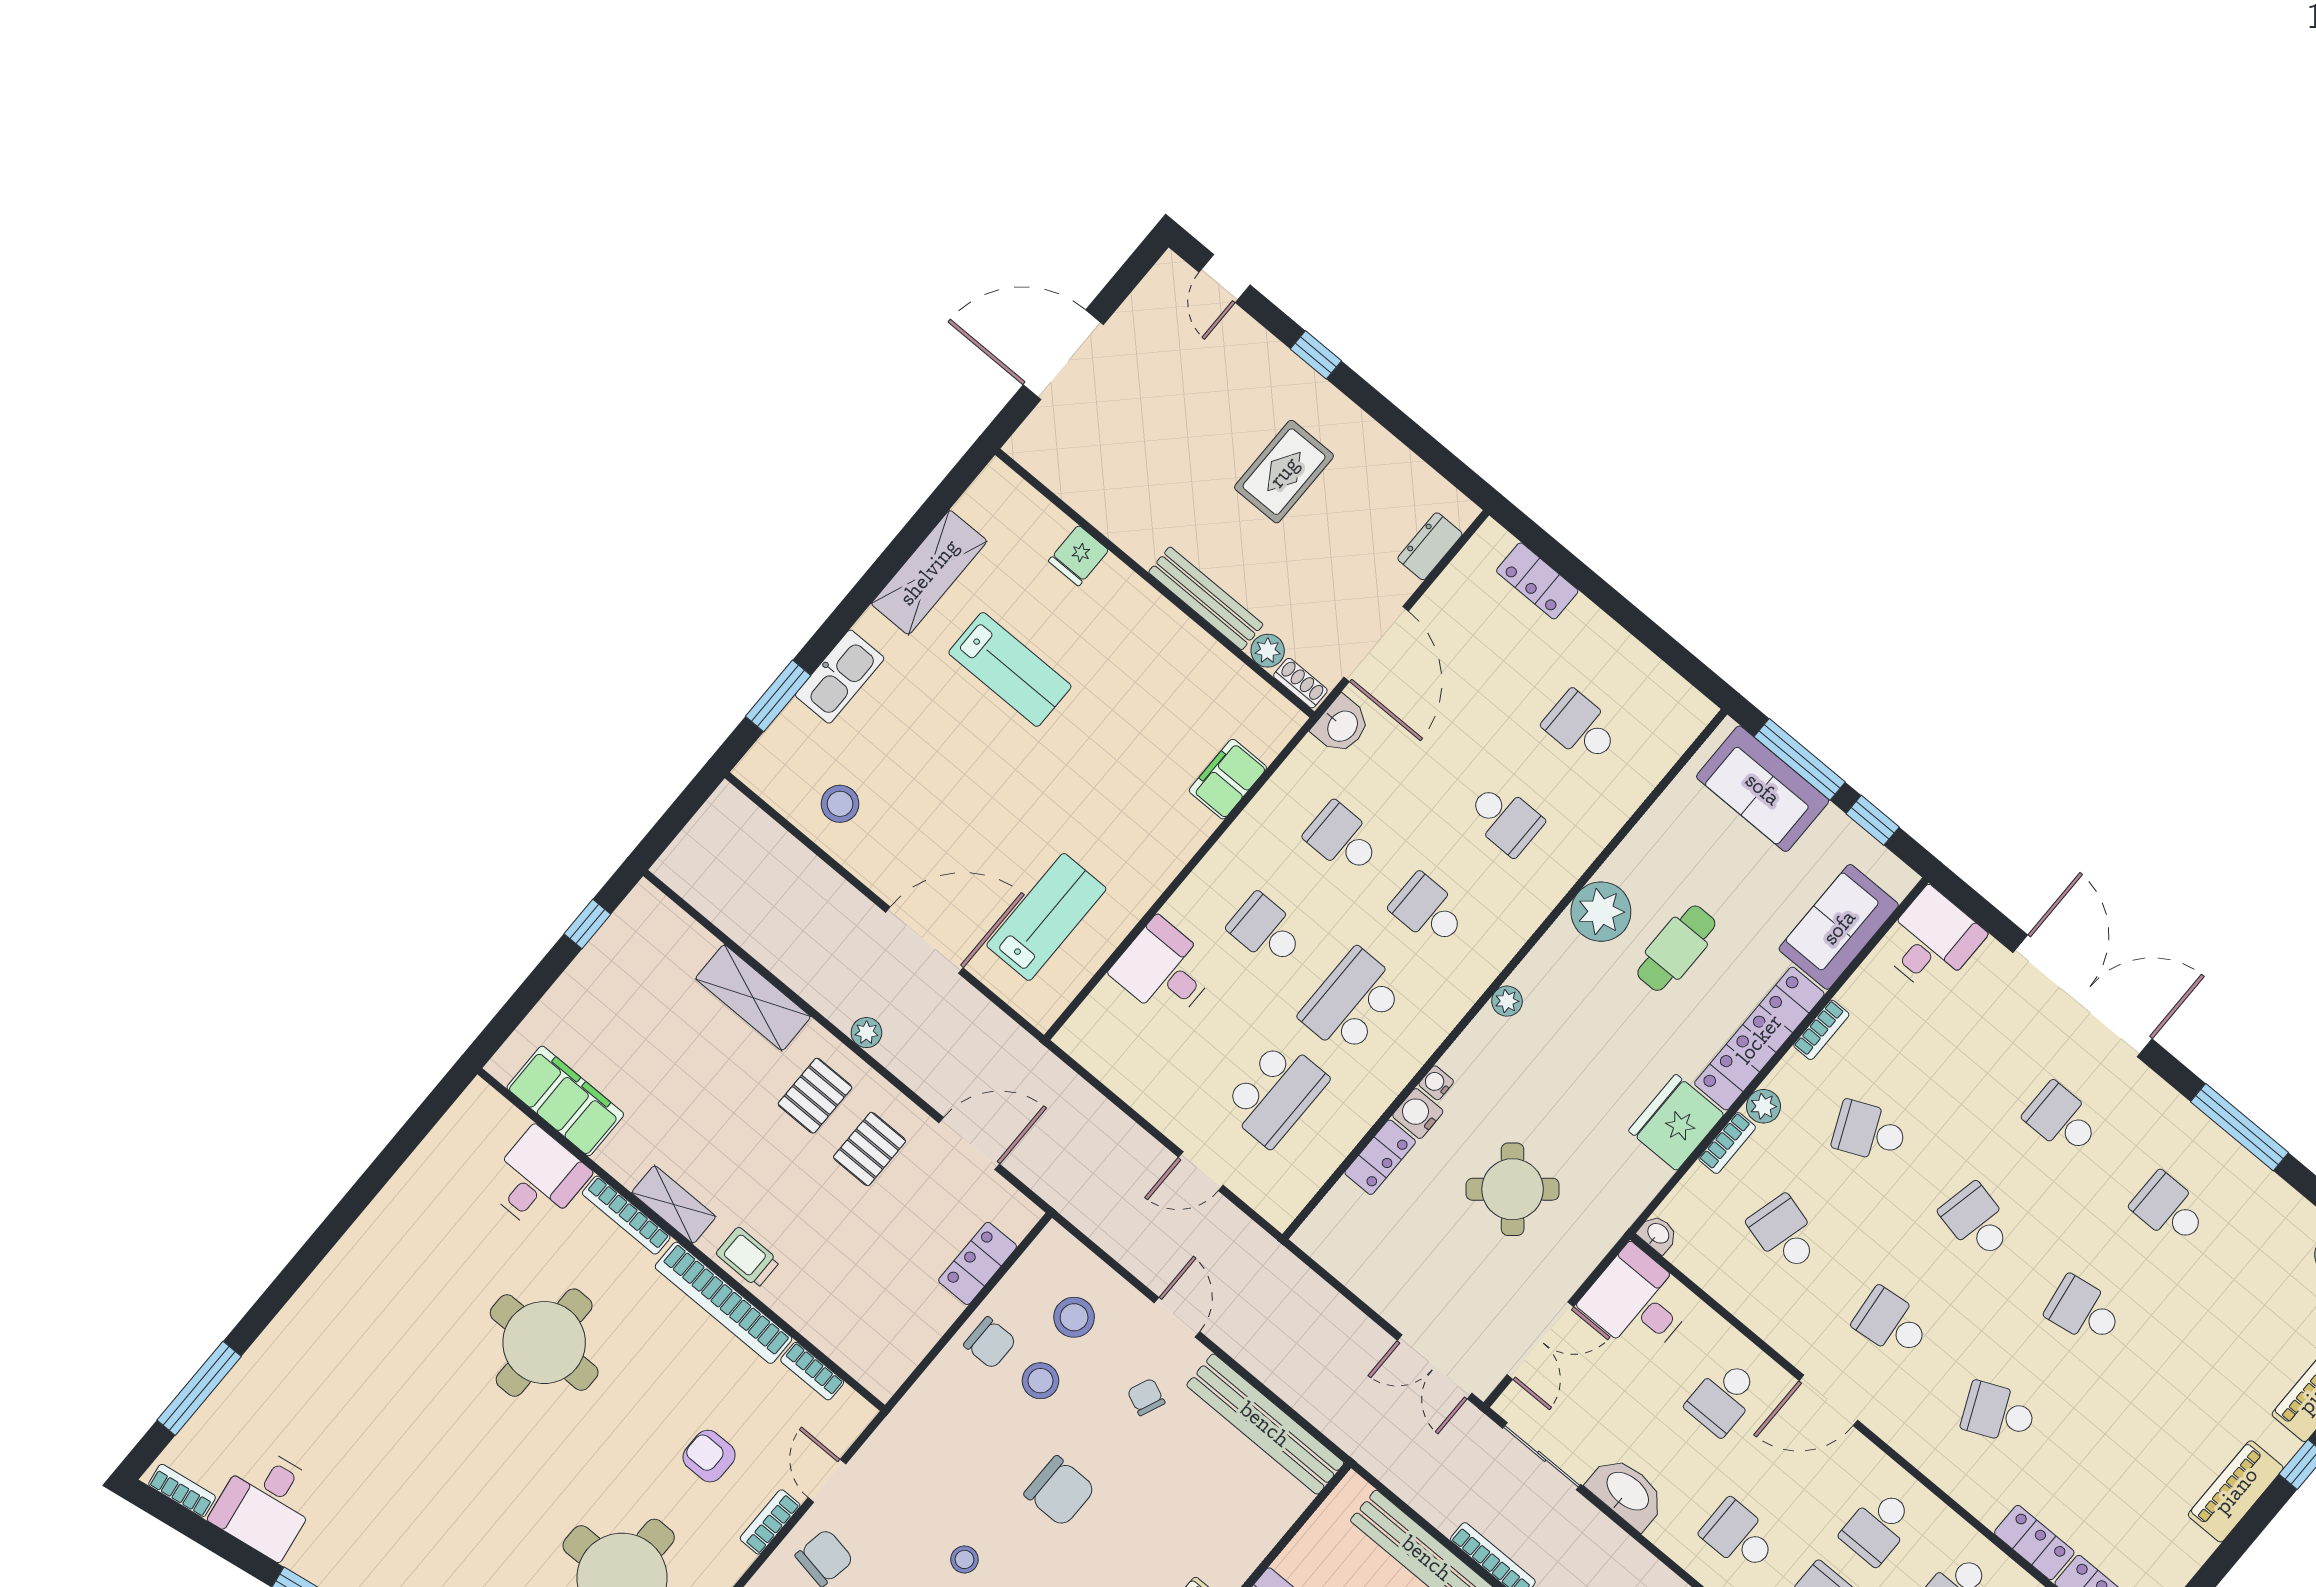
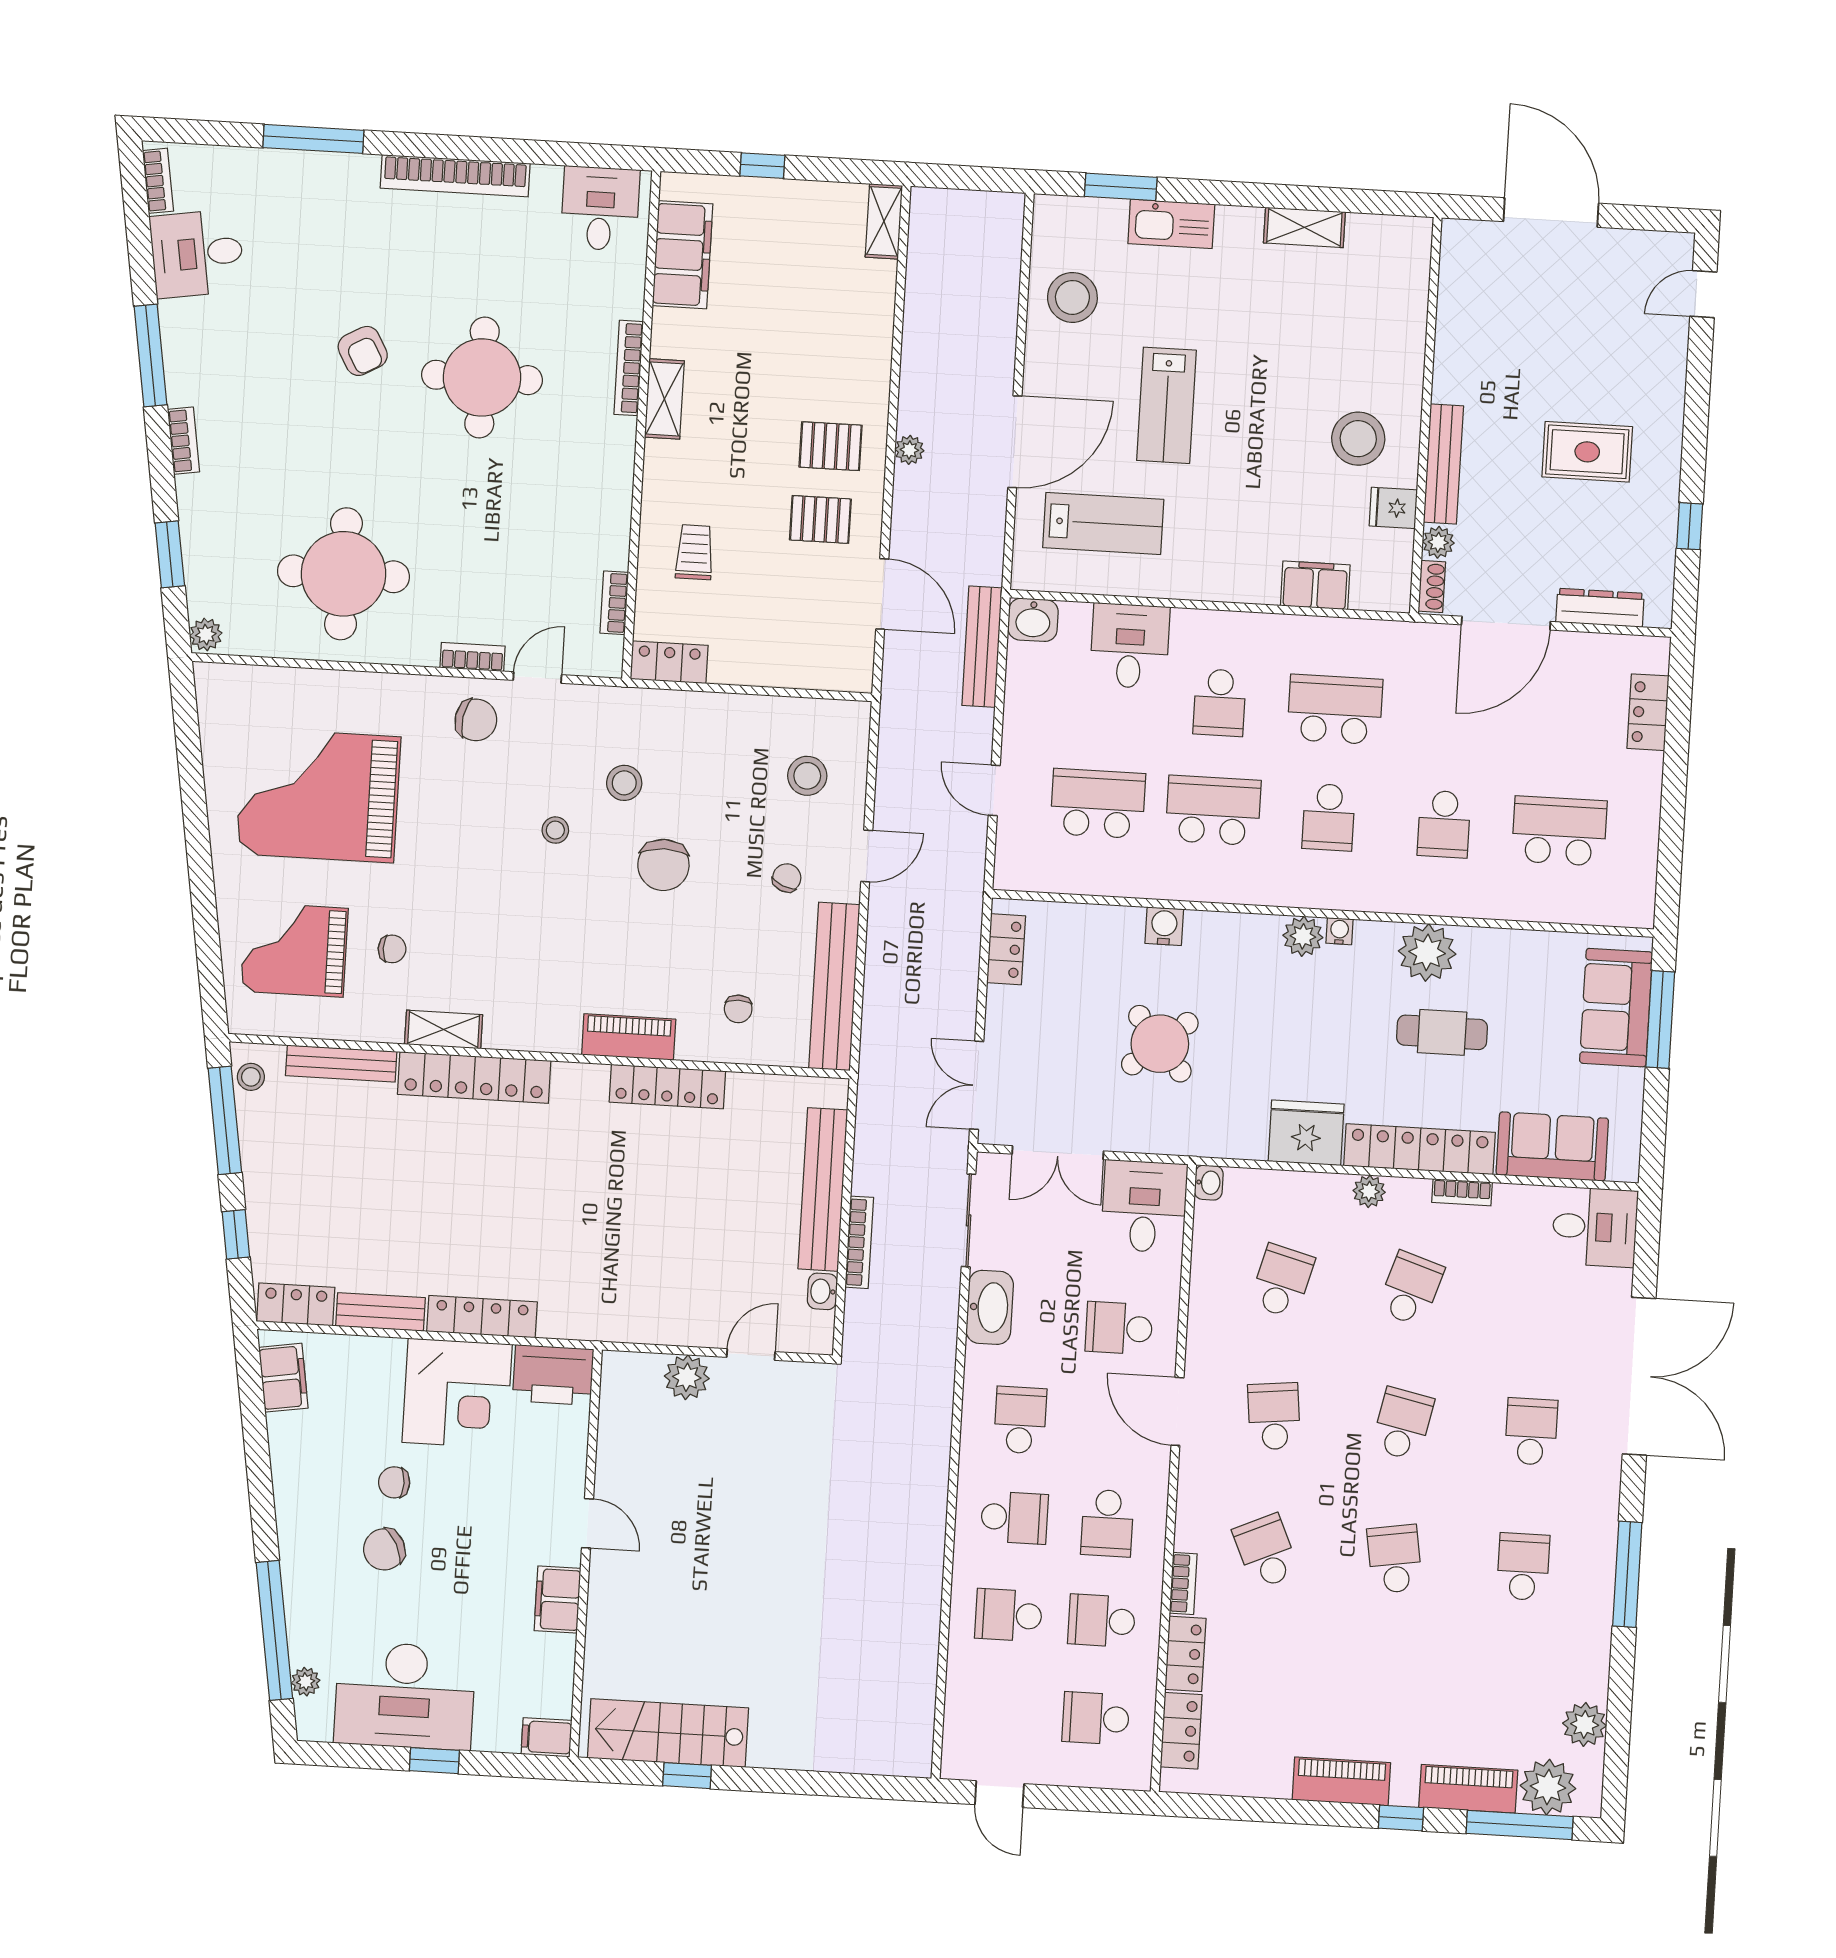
window: (1316, 355) -> (1690, 526), moved
dresser: (1430, 546) -> (1600, 608), width x1.44
fridge: (1078, 556) -> (1393, 508), moved
shelving: (929, 572) -> (1304, 227), width x0.67, depth x0.75
stool: (1133, 653) -> (1358, 439), added
lab bench: (1010, 669) -> (1166, 405), moved
washbasin: (1342, 725) -> (1033, 620), moved
school desk: (1581, 727) -> (1559, 831), width x1.85
stool: (840, 804) -> (1072, 297), width x1.38, depth x1.38
window: (1873, 820) -> (1655, 1111), removed
school desk: (1343, 839) -> (1335, 709), width x1.85
school desk: (1428, 910) -> (1329, 817), turned 180
window: (587, 924) -> (762, 166), moved
school desk: (1266, 930) -> (1220, 703), turned 180
door: (924, 940) -> (1015, 442), hinge flipped
shelving: (753, 998) -> (884, 221), moved, width x0.67, depth x0.75
plant: (1507, 1001) -> (1303, 936), width x1.38, depth x1.38
water cooler: (1436, 1083) -> (1339, 931), moved
bench: (1074, 1093) -> (982, 647), added
school desk: (1275, 1093) -> (1098, 804), turned 180
school desk: (1870, 1132) -> (1411, 1289), turned 42
bookcase: (1727, 1143) -> (1183, 1583), moved, turned -90
locker: (1380, 1157) -> (1006, 949), moved, turned -90
desk: (537, 1180) -> (600, 209), moved, turned -90
trolley: (748, 1257) -> (694, 552), moved
locker: (978, 1263) -> (669, 662), moved
bookcase: (724, 1303) -> (455, 176), moved, turned -90
chair: (990, 1343) -> (738, 1009), moved, width x0.73, depth x0.73
stool: (1040, 1381) -> (624, 783), moved
window: (199, 1388) -> (313, 139), moved
armchair: (709, 1456) -> (363, 351), moved, turned 151
school desk: (1878, 1527) -> (1107, 1523), turned -90

